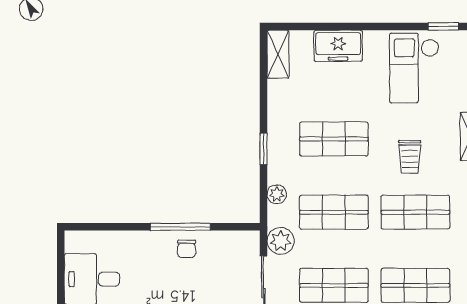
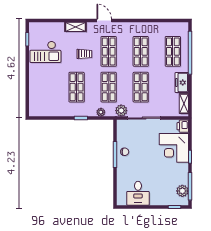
freezer: (338, 46) -> (36, 85), removed
shelving: (278, 54) -> (39, 112), removed

